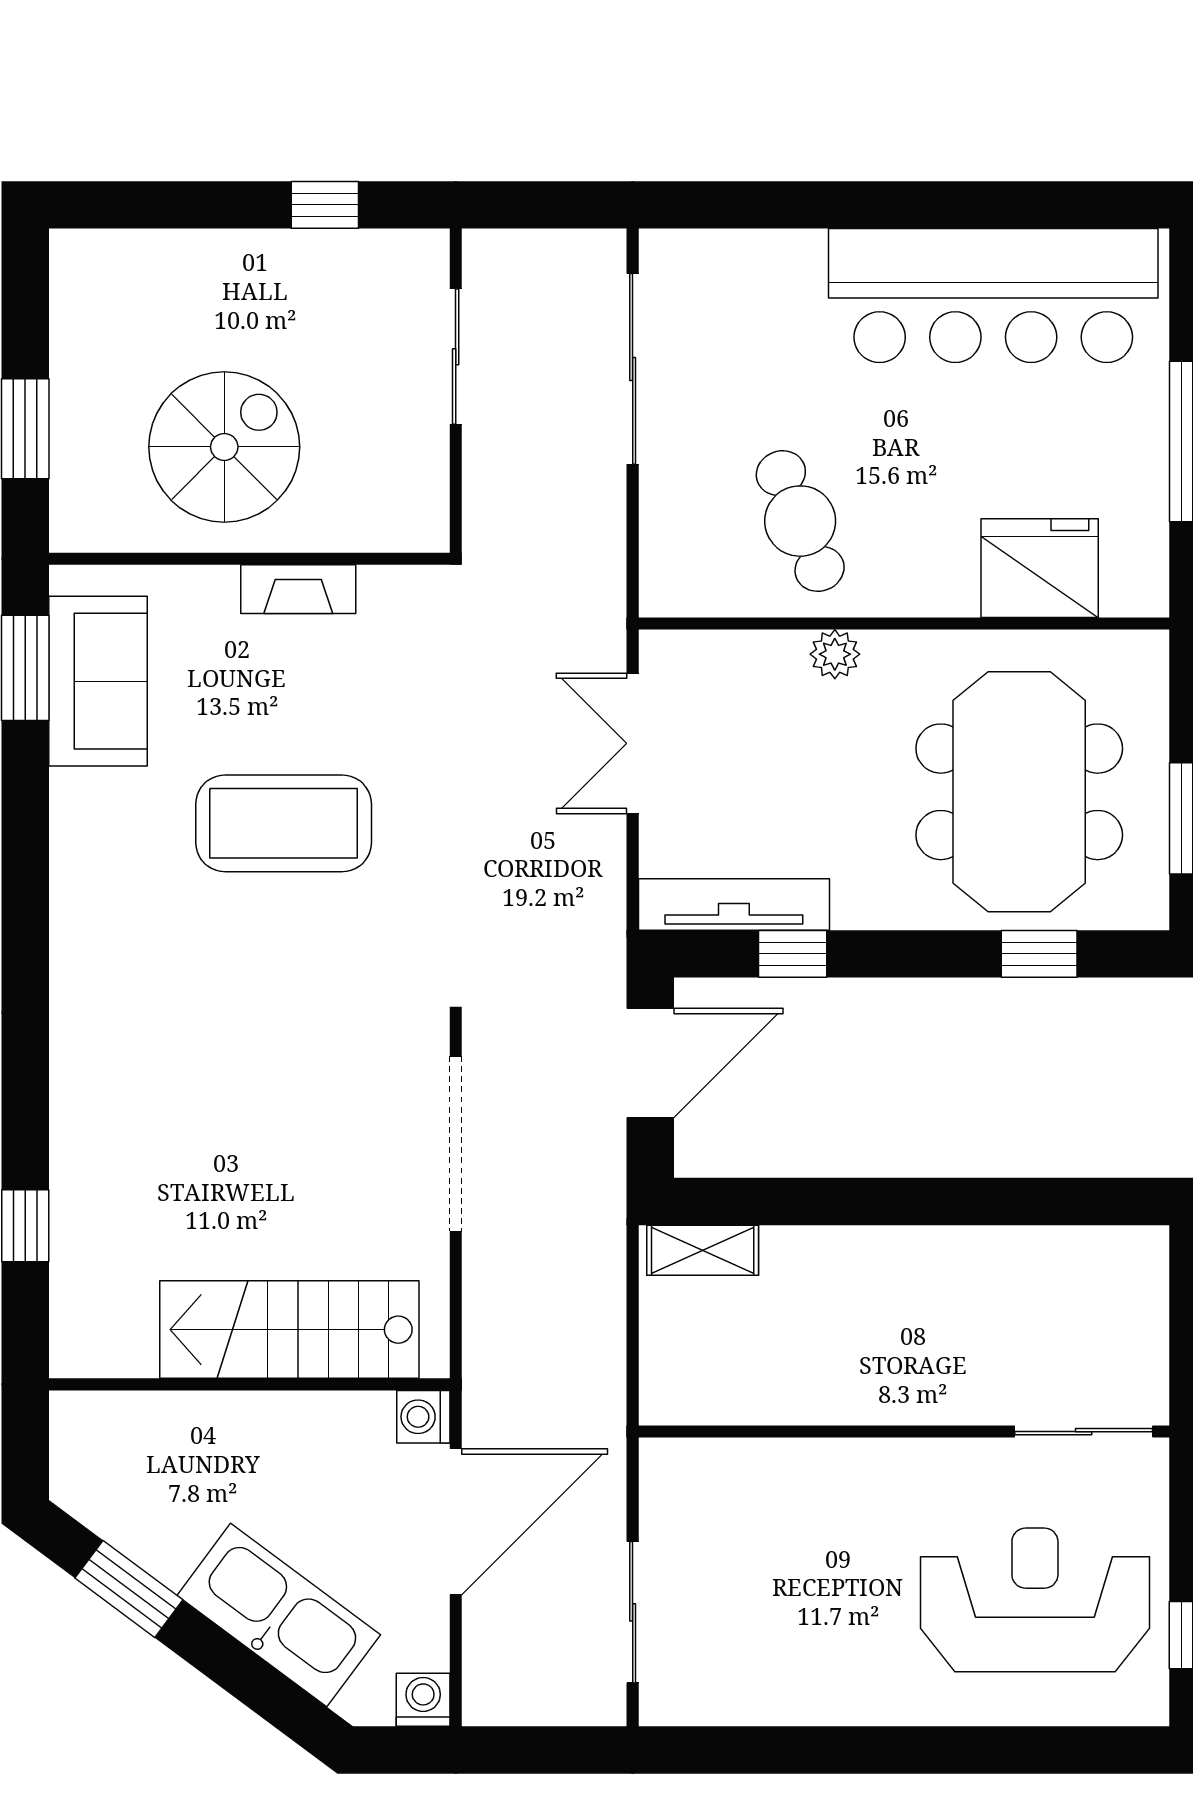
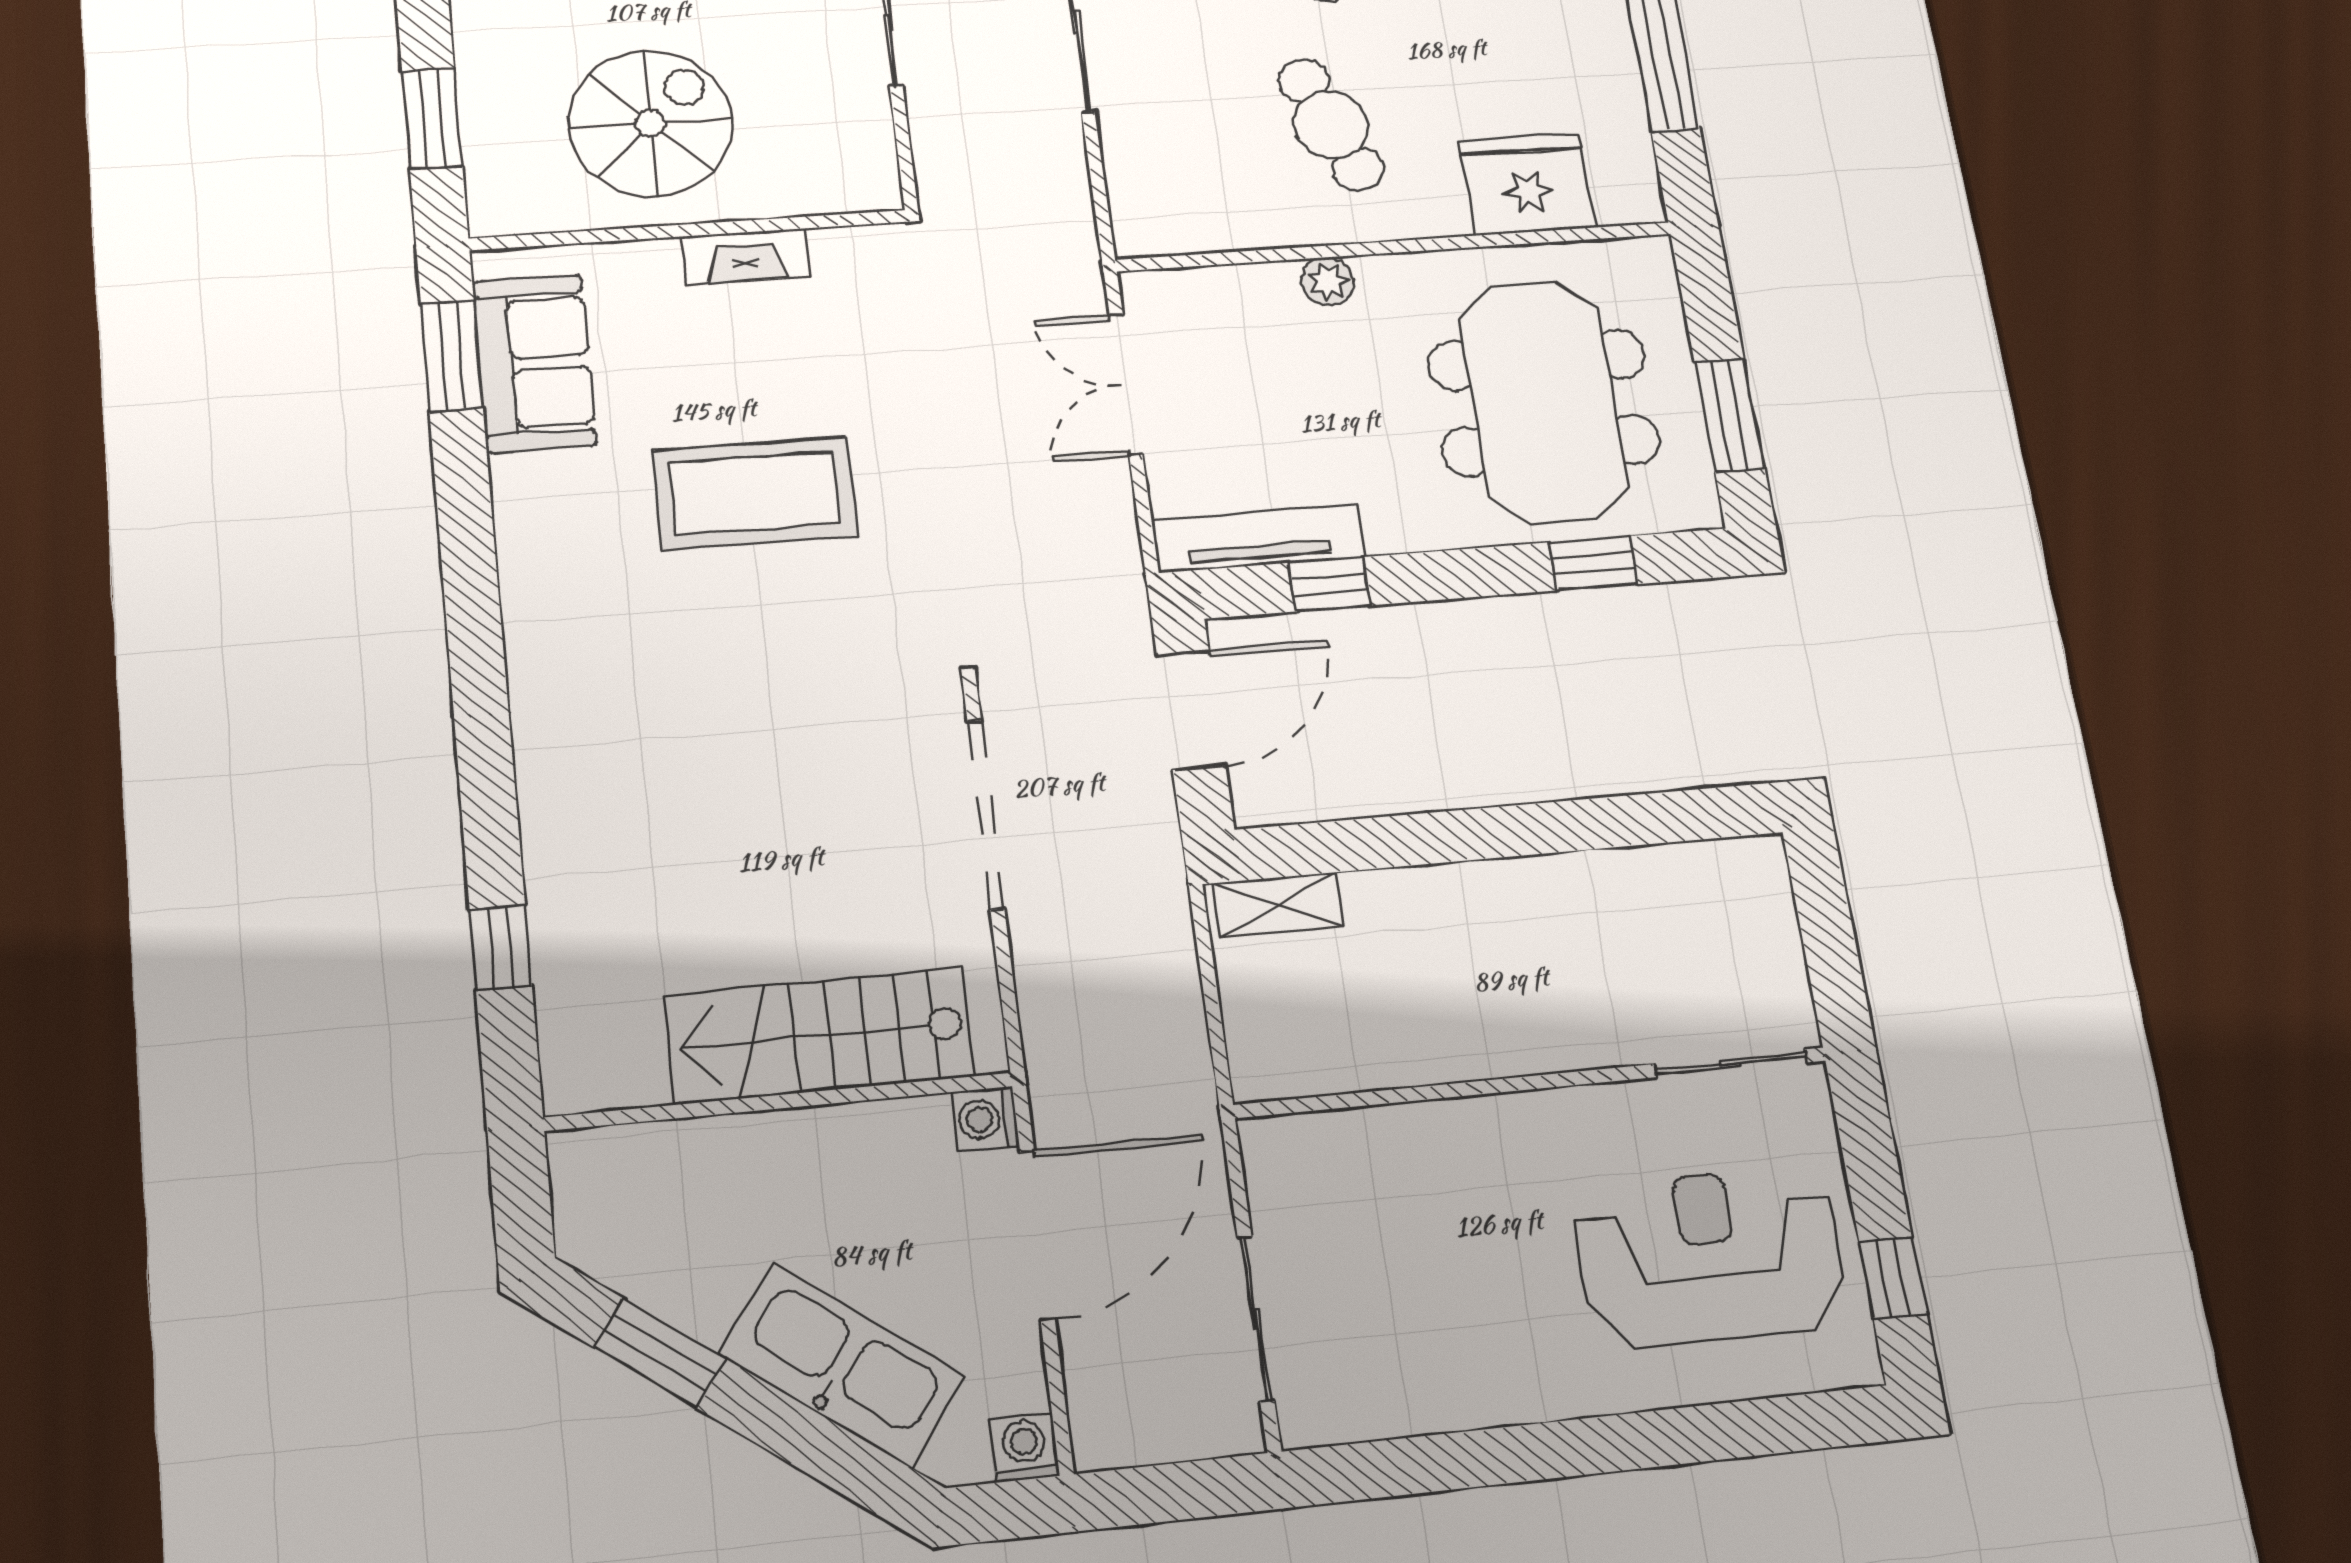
cafe table: (800, 521) -> (1331, 125), moved

